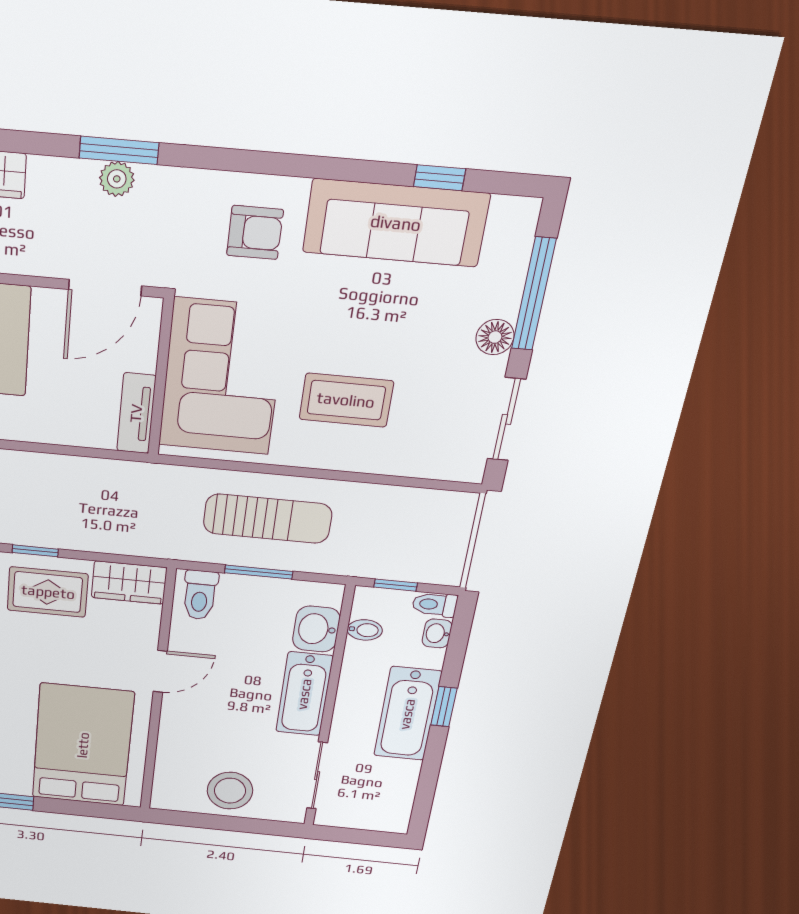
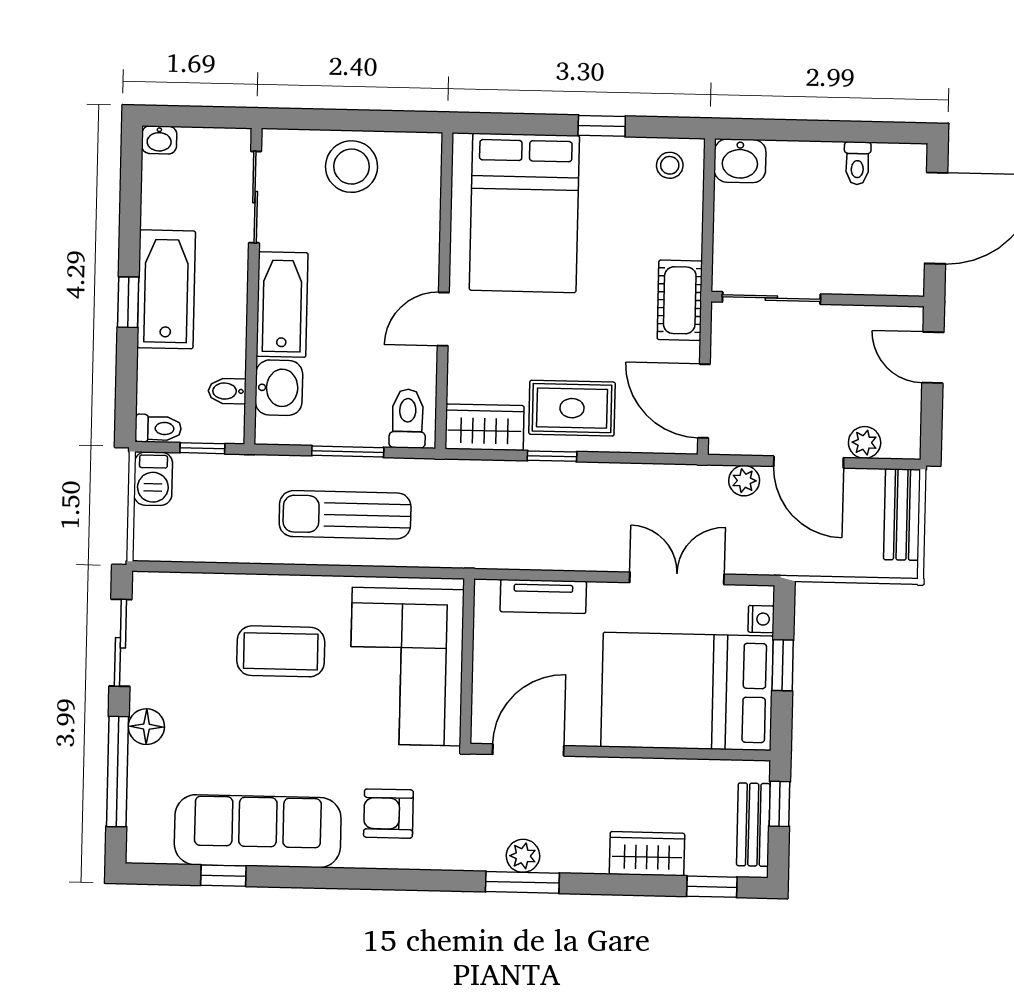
tv unit: (136, 413) -> (543, 596), moved, turned 90
window: (35, 551) -> (552, 456), moved
barbecue: (447, 563) -> (153, 479), added
washbasin: (437, 633) -> (159, 140), moved, turned 90

